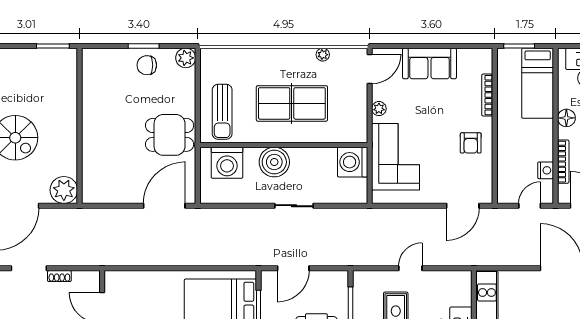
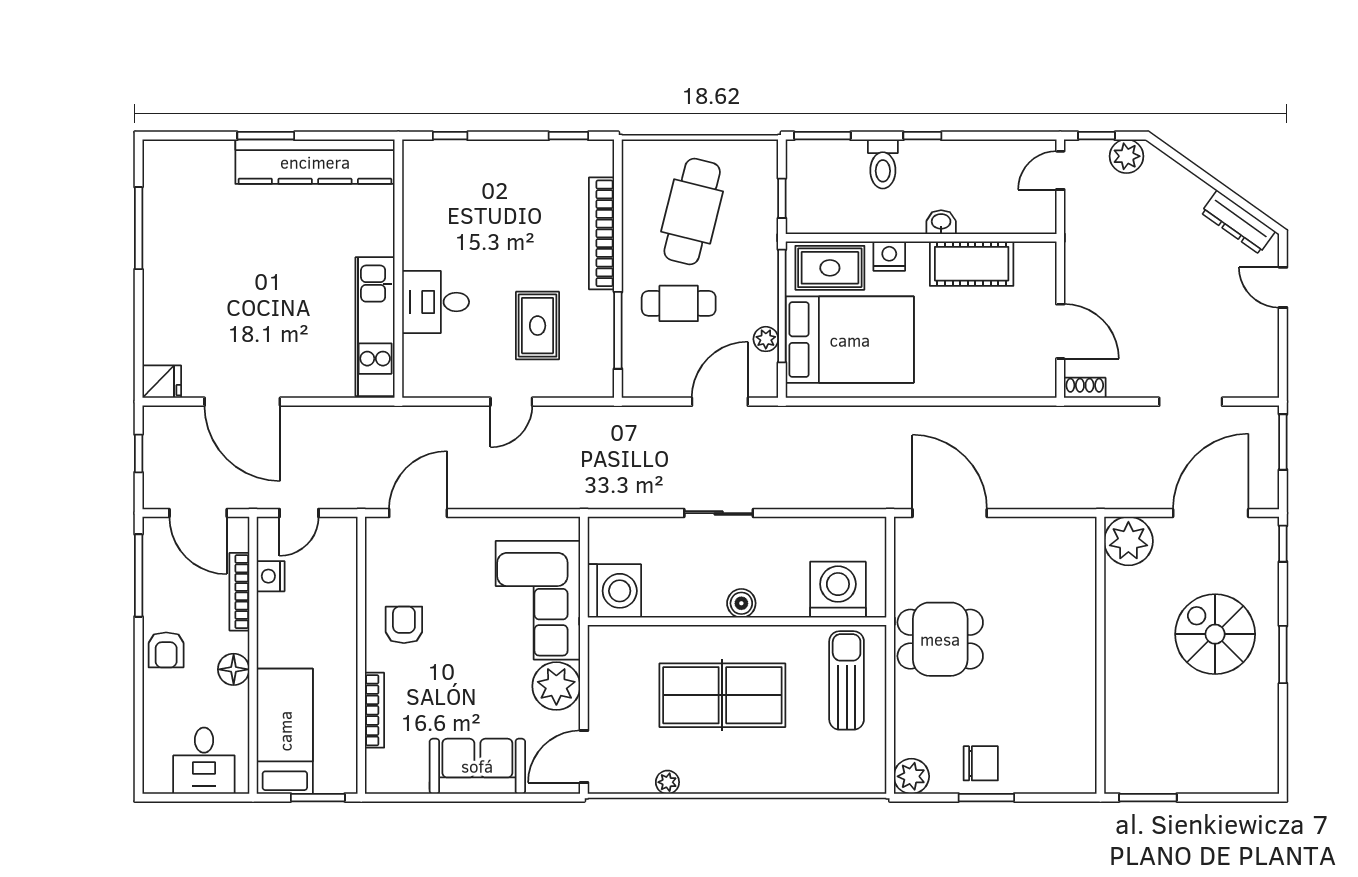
plant: (379, 109) -> (556, 686), width x1.87, depth x1.87
boiler: (274, 162) -> (741, 603), width x0.54, depth x0.54
door: (164, 206) -> (950, 513), swing flipped
shoe rack: (59, 276) -> (1085, 388), moved
plant: (268, 303) -> (766, 339), added

